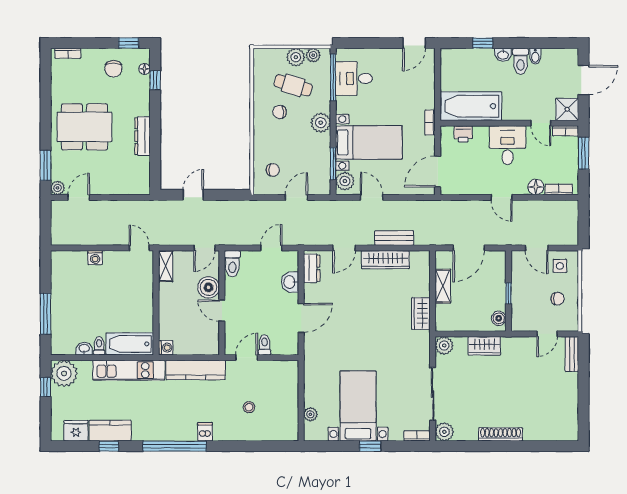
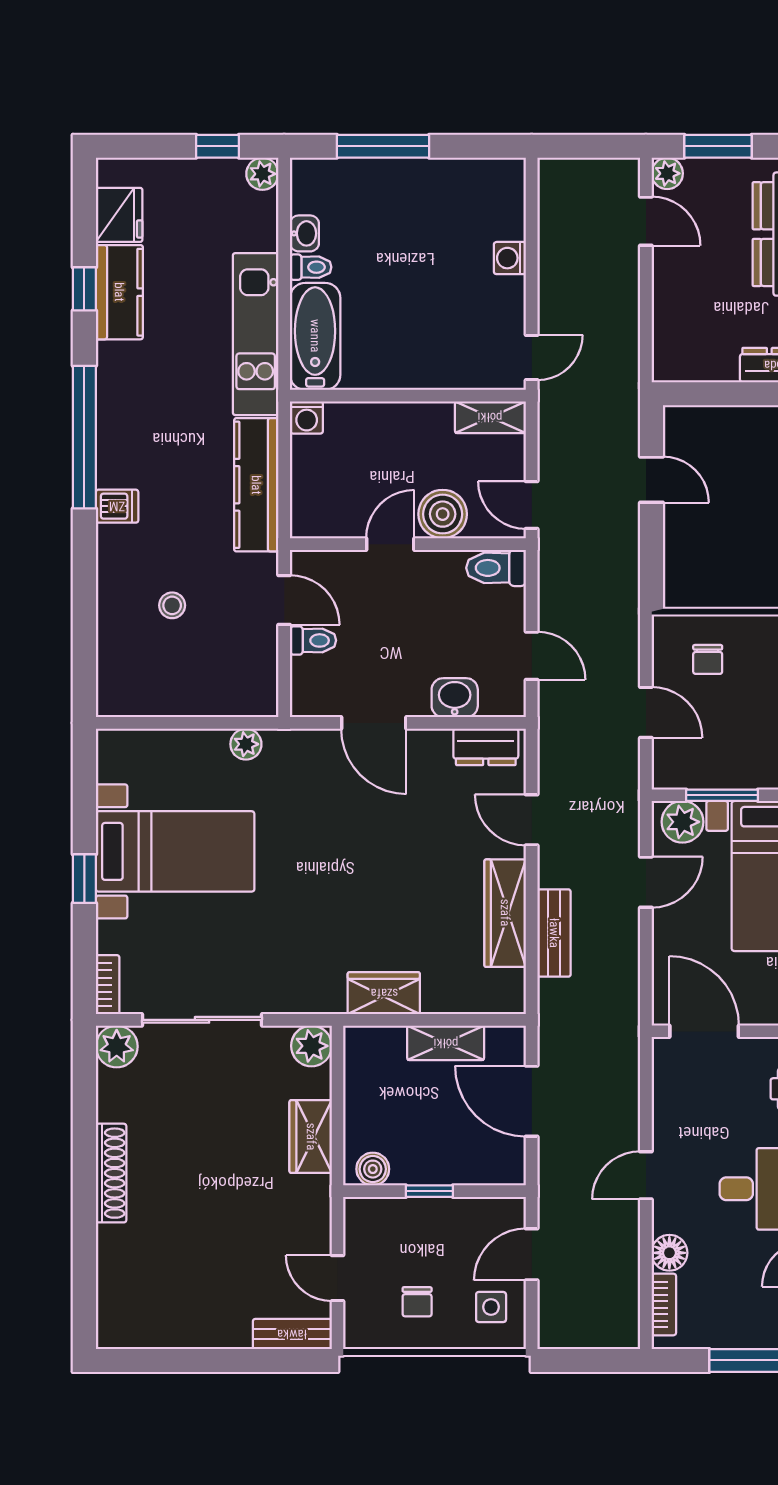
plant: (64, 373) -> (262, 174), width x0.53, depth x0.53
plant: (310, 414) -> (246, 744), moved

